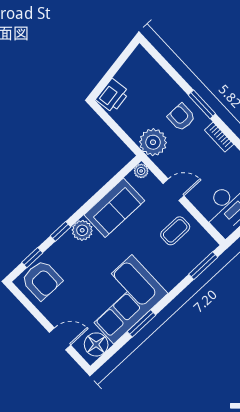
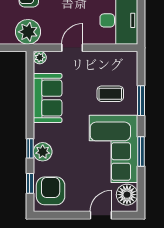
plant: (82, 230) -> (43, 152), moved
coffee table: (175, 231) -> (110, 94), moved, turned 90
window: (203, 266) -> (141, 101), moved
armchair: (42, 280) -> (51, 191), turned -90

